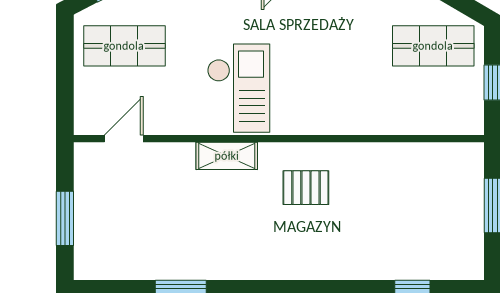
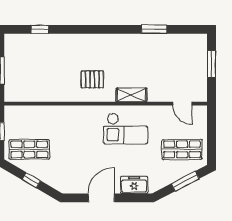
checkout: (239, 88) -> (126, 129), turned -90
door: (124, 139) -> (182, 104), hinge flipped

